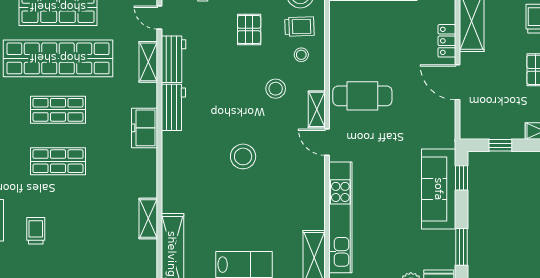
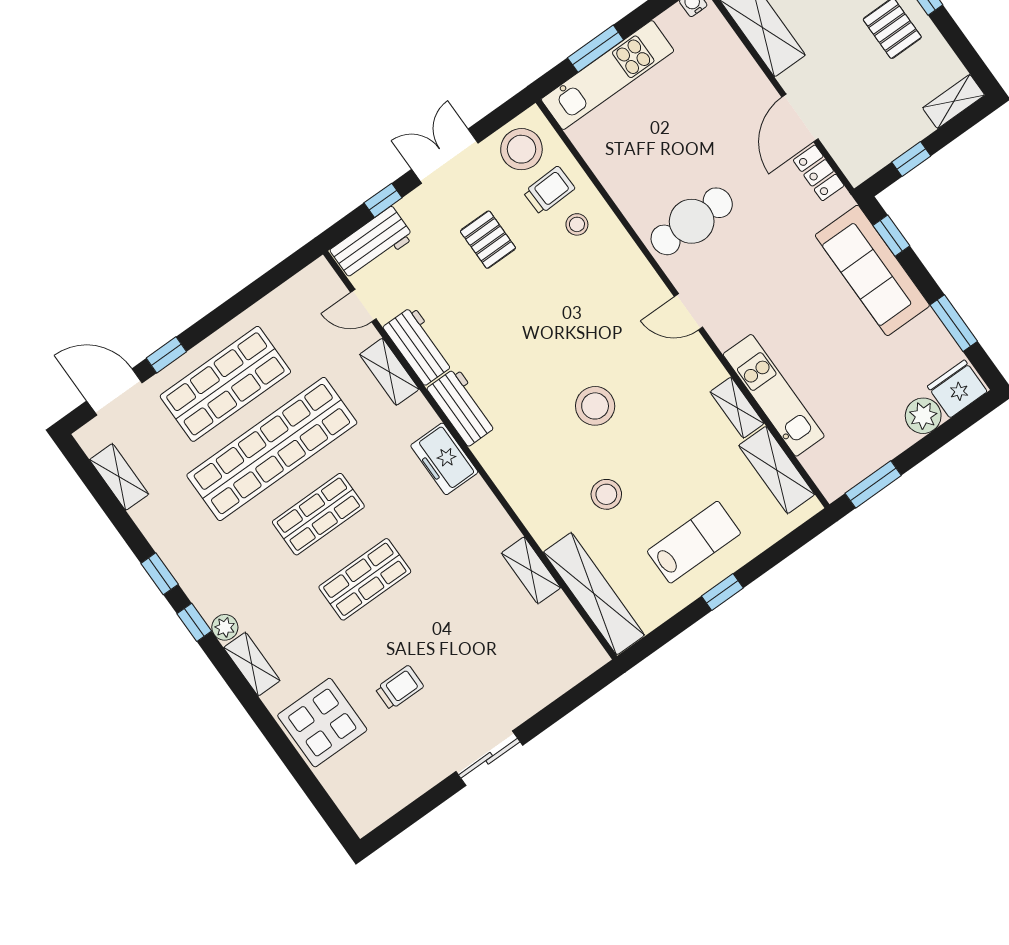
locker: (447, 41) -> (819, 173), moved
door: (458, 82) -> (800, 118), hinge flipped
stool: (276, 89) -> (606, 494), moved
shelving: (317, 109) -> (737, 408), moved
kitchen unit: (340, 217) -> (774, 395), width x0.73
trolley: (36, 231) -> (399, 688), turned 90

